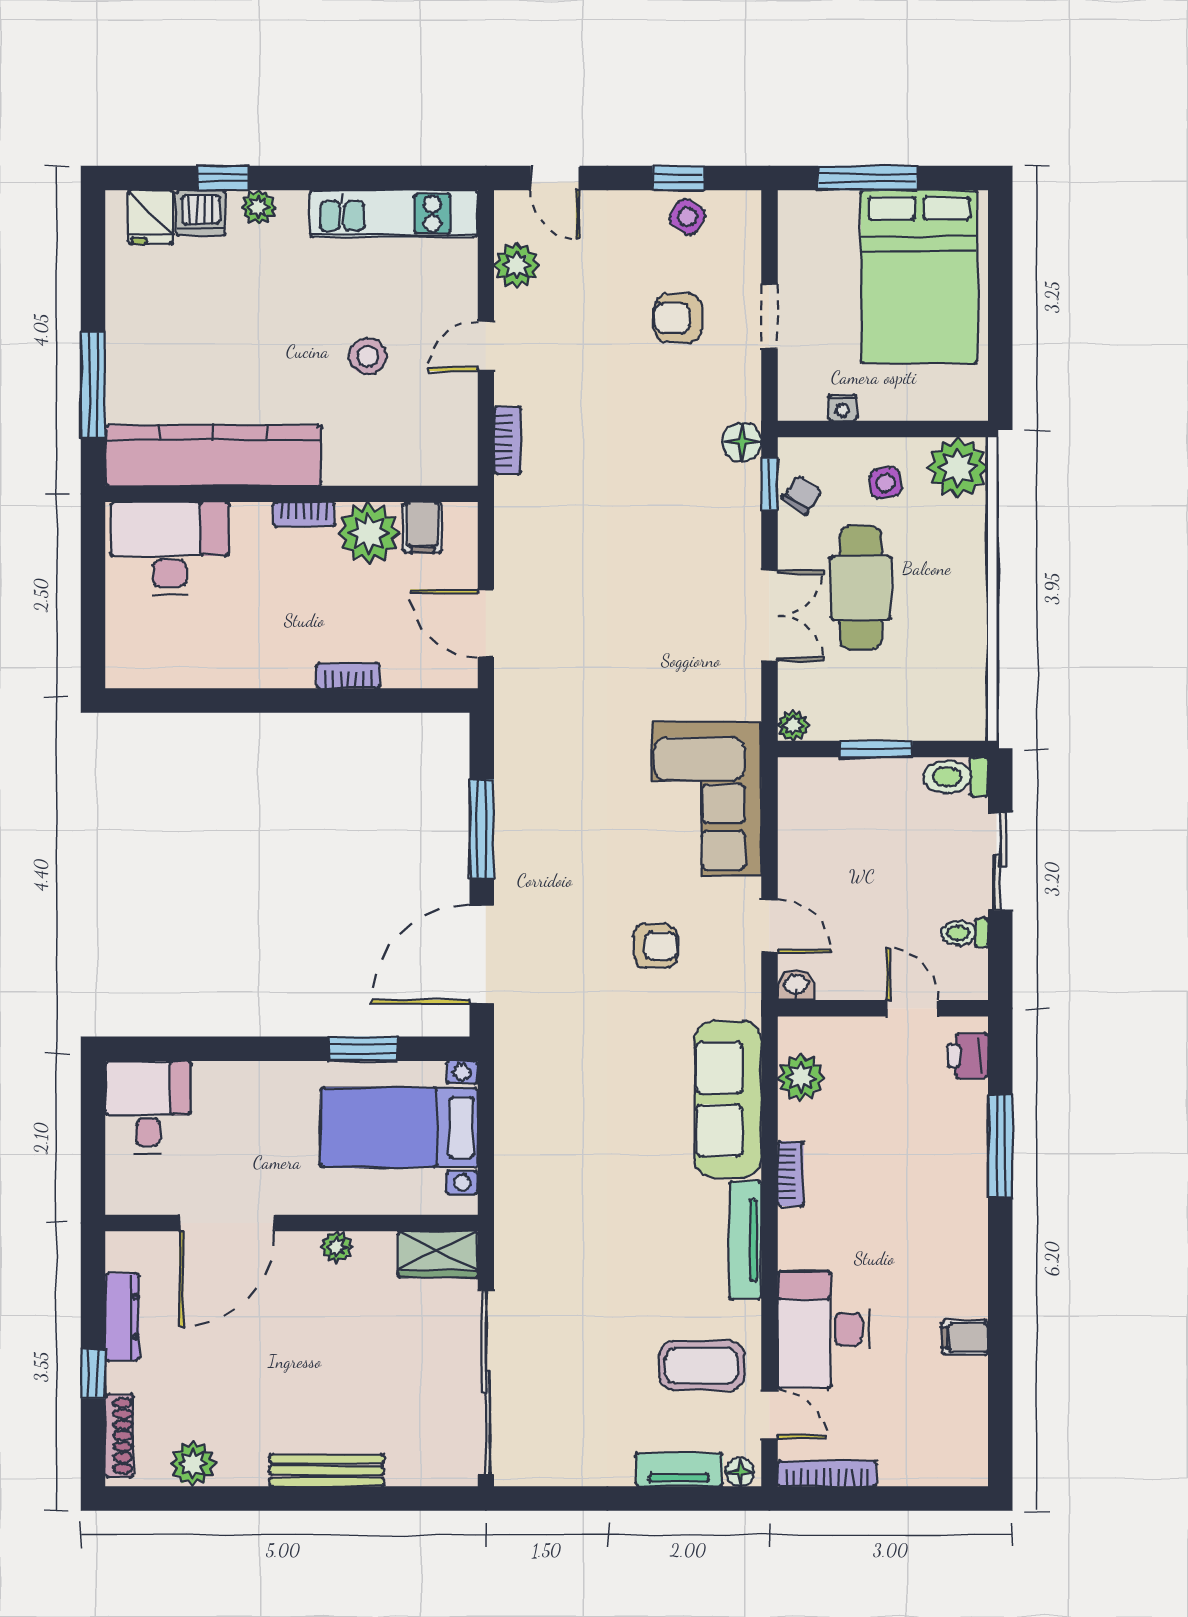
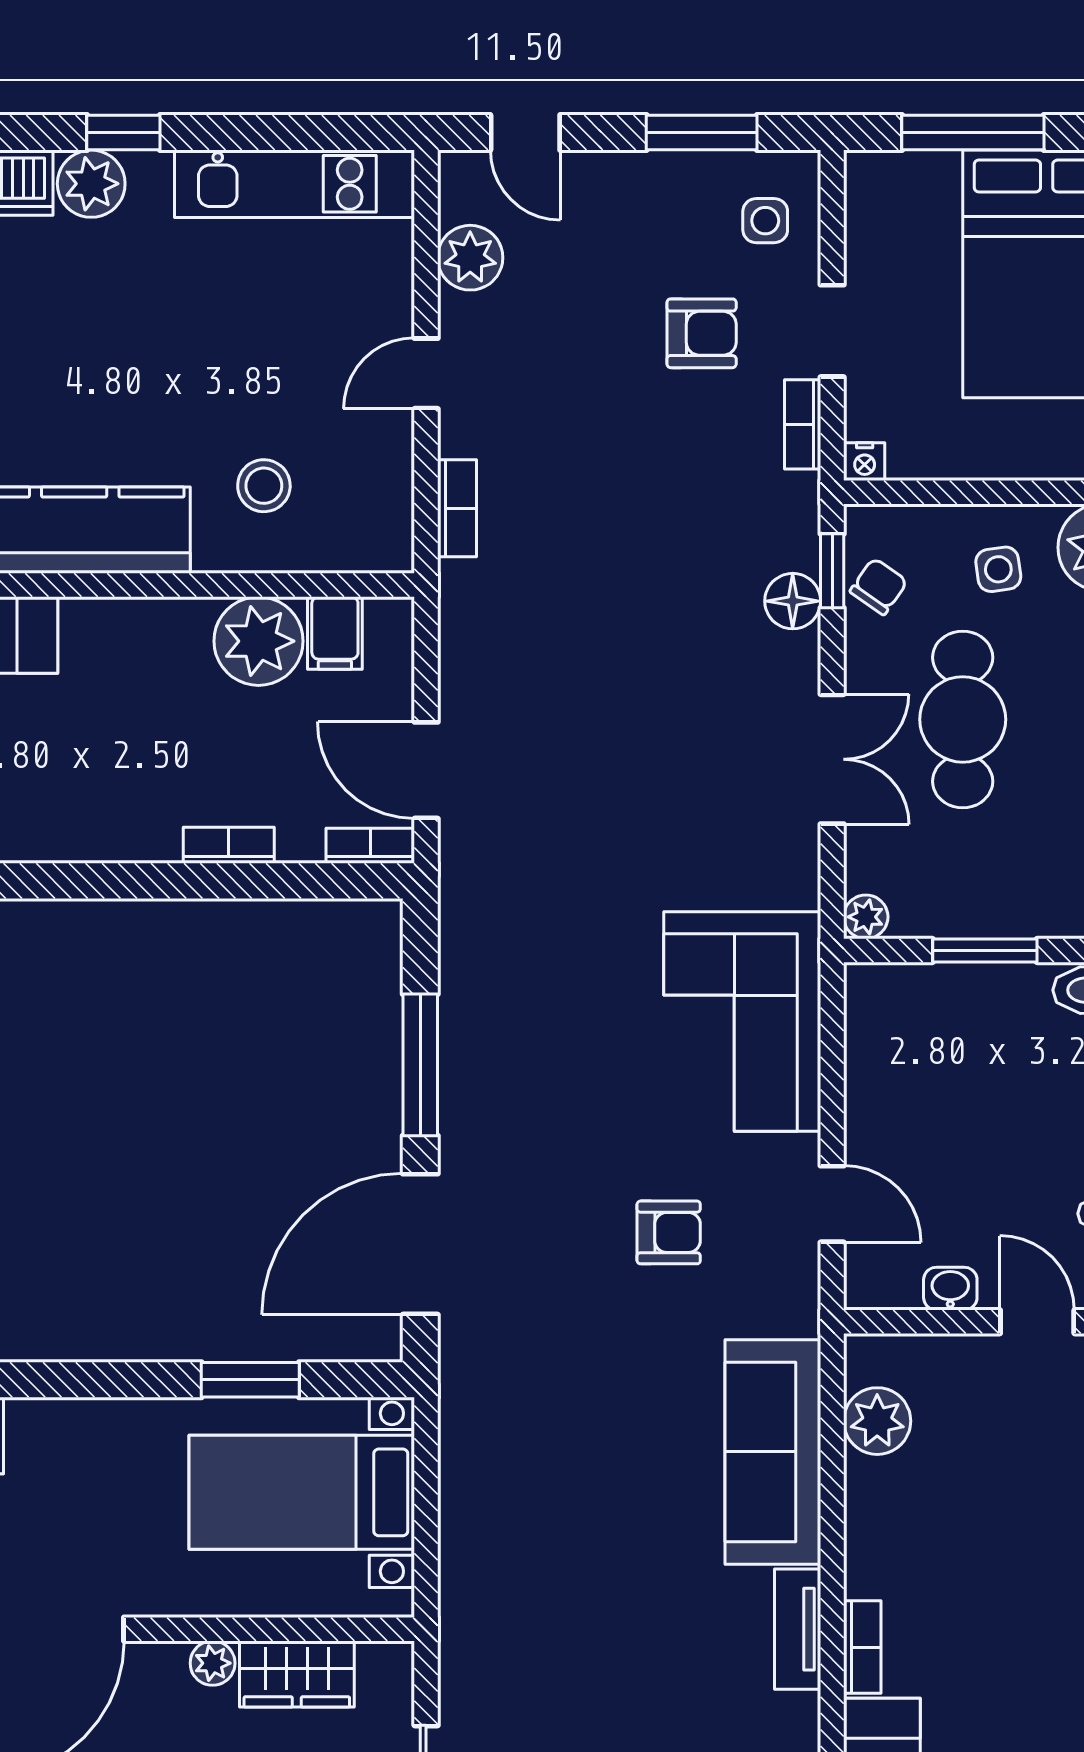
window: (223, 178) -> (123, 133), moved
window: (678, 178) -> (702, 133), width x1.50
plant: (258, 207) -> (91, 184), width x1.38, depth x1.38
side table: (687, 217) -> (765, 221), moved, turned -33
armchair: (678, 318) -> (702, 333), turned 180
stool: (368, 356) -> (264, 486), moved
bookcase: (749, 382) -> (803, 424), added
nightstand: (843, 408) -> (865, 462), moved
floor lamp: (742, 442) -> (793, 601), moved
bookcase: (304, 514) -> (370, 846), moved, turned 180
washbasin: (796, 985) -> (950, 1289), moved
bookcase: (790, 1174) -> (862, 1647), moved
tv unit: (745, 1240) -> (798, 1629), width x0.71
wardrobe: (438, 1254) -> (297, 1674), moved

